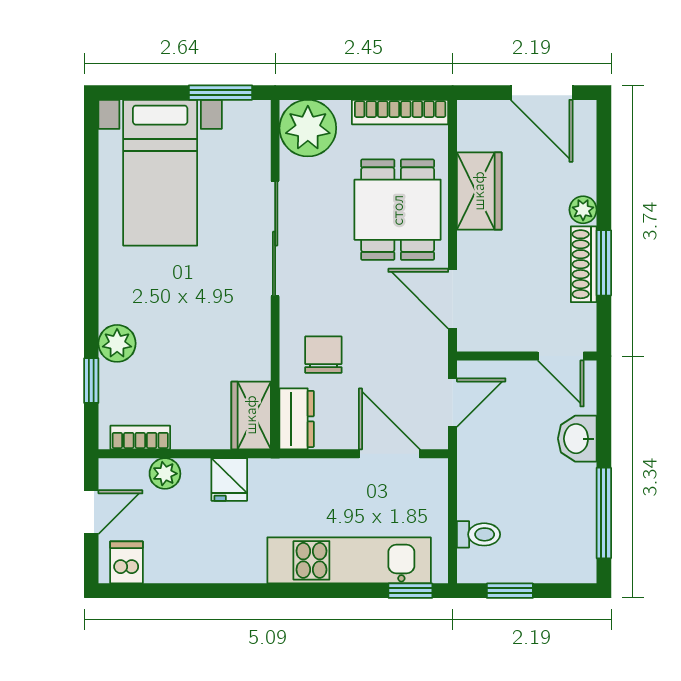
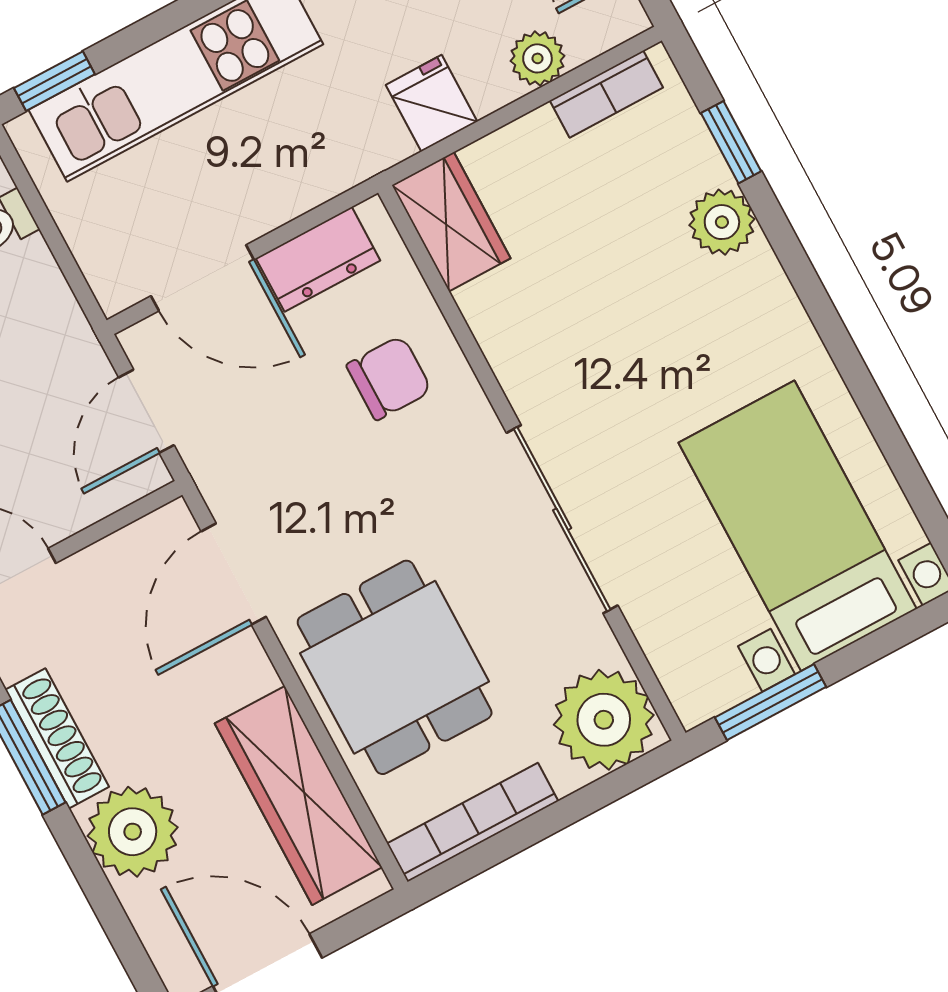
wardrobe: (479, 191) -> (298, 795), width x1.50
plant: (583, 210) -> (133, 832), width x1.87, depth x1.87
door: (453, 299) -> (234, 574), swing flipped
chair: (323, 355) -> (389, 378), turned -90
dresser: (297, 419) -> (318, 259), moved, turned -90

